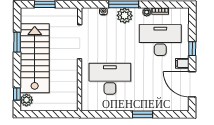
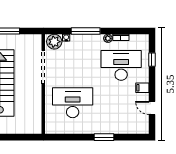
plant: (125, 16) -> (54, 42), moved
window: (192, 49) -> (152, 60), moved
door: (192, 84) -> (152, 108), width x0.53

